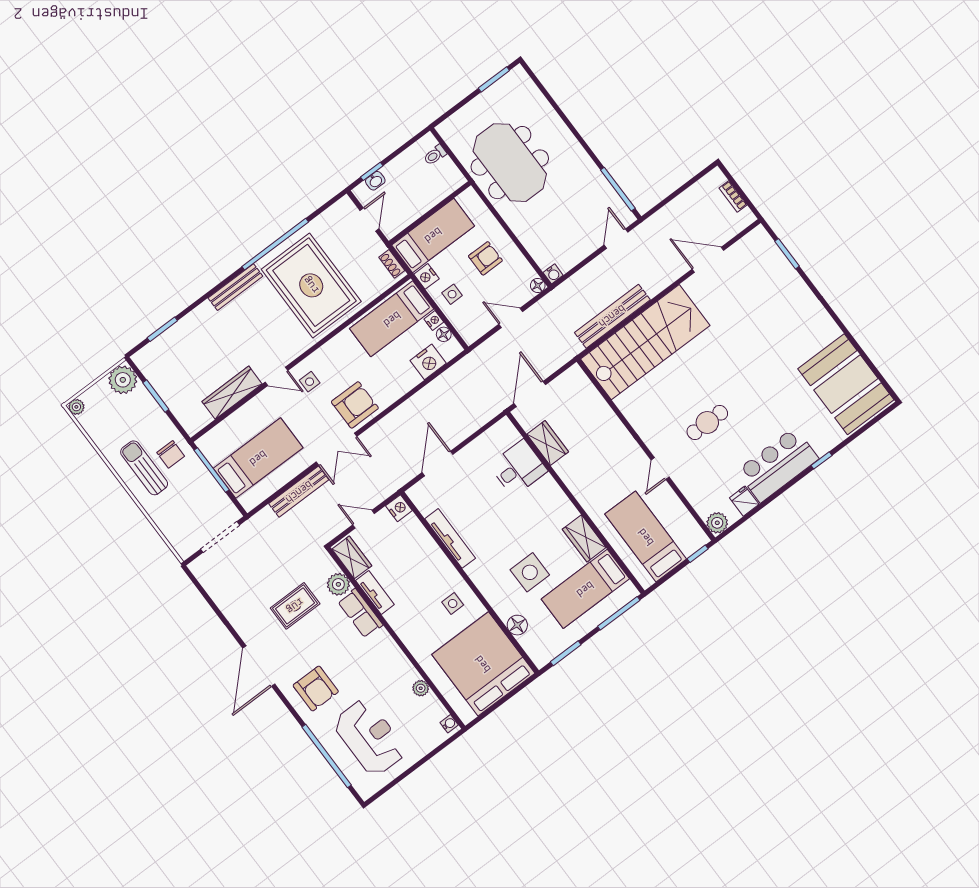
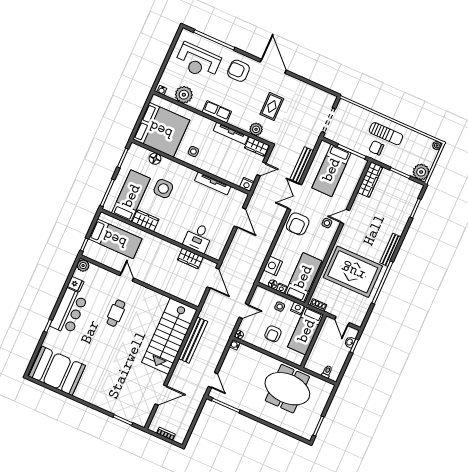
wardrobe: (232, 393) -> (370, 180), moved
tv unit: (375, 592) -> (231, 133), width x1.41
row of seats: (360, 613) -> (217, 112), moved
plant: (421, 688) -> (184, 95), width x1.87, depth x1.87

